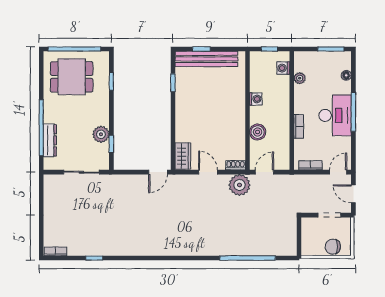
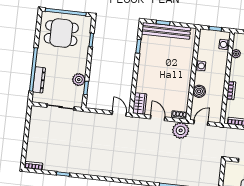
door: (158, 172) -> (119, 114), swing flipped

